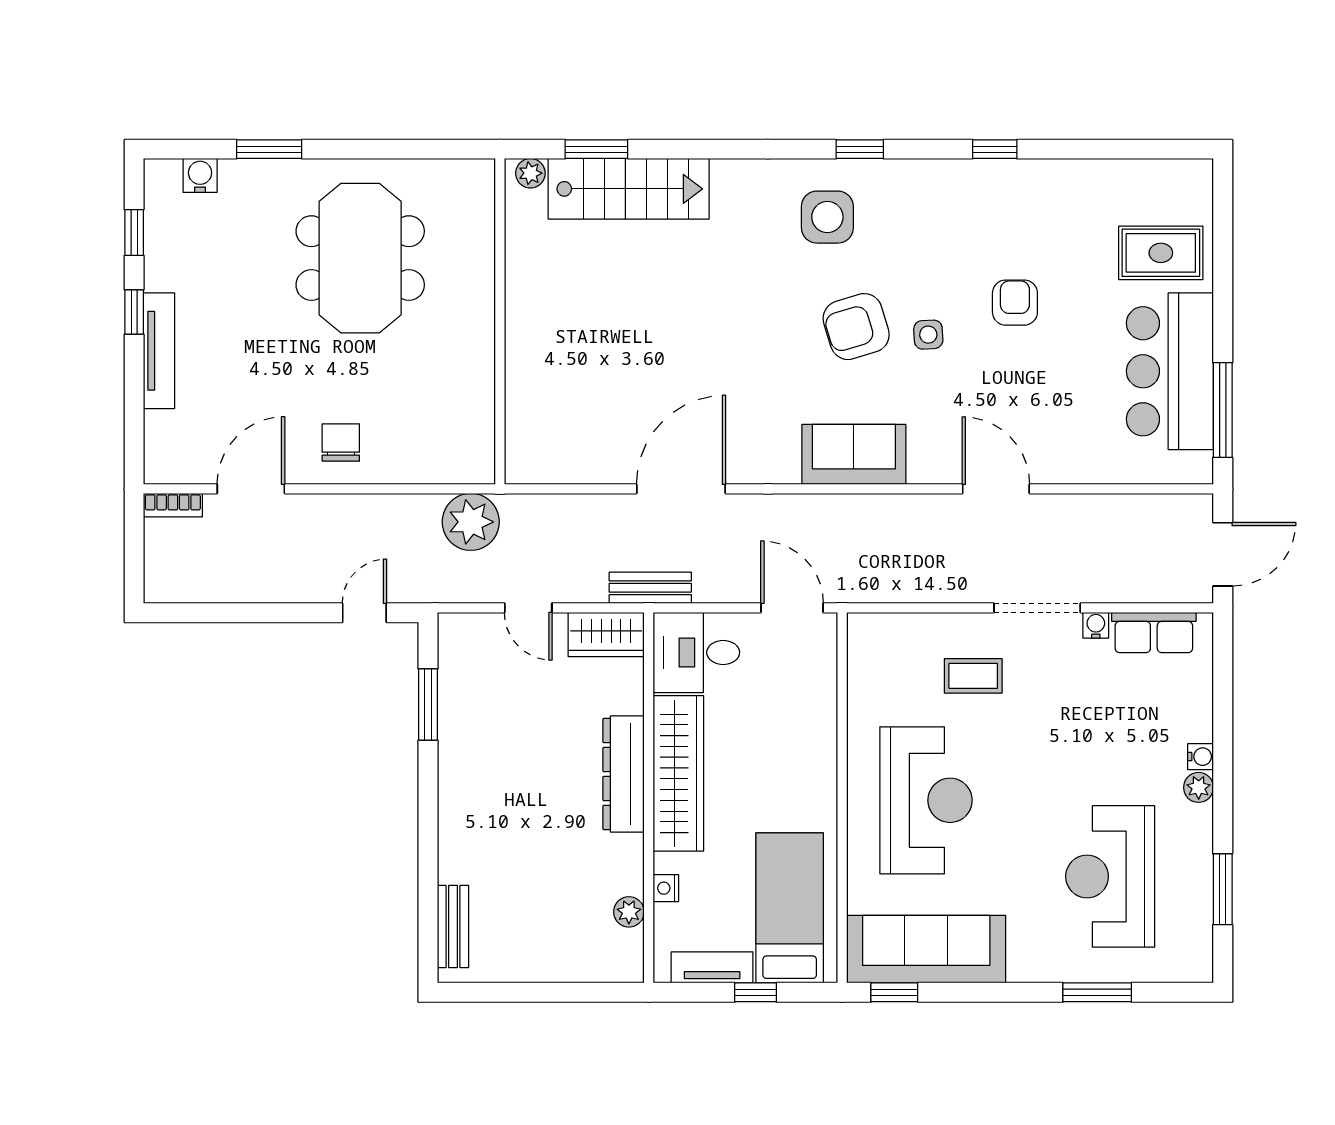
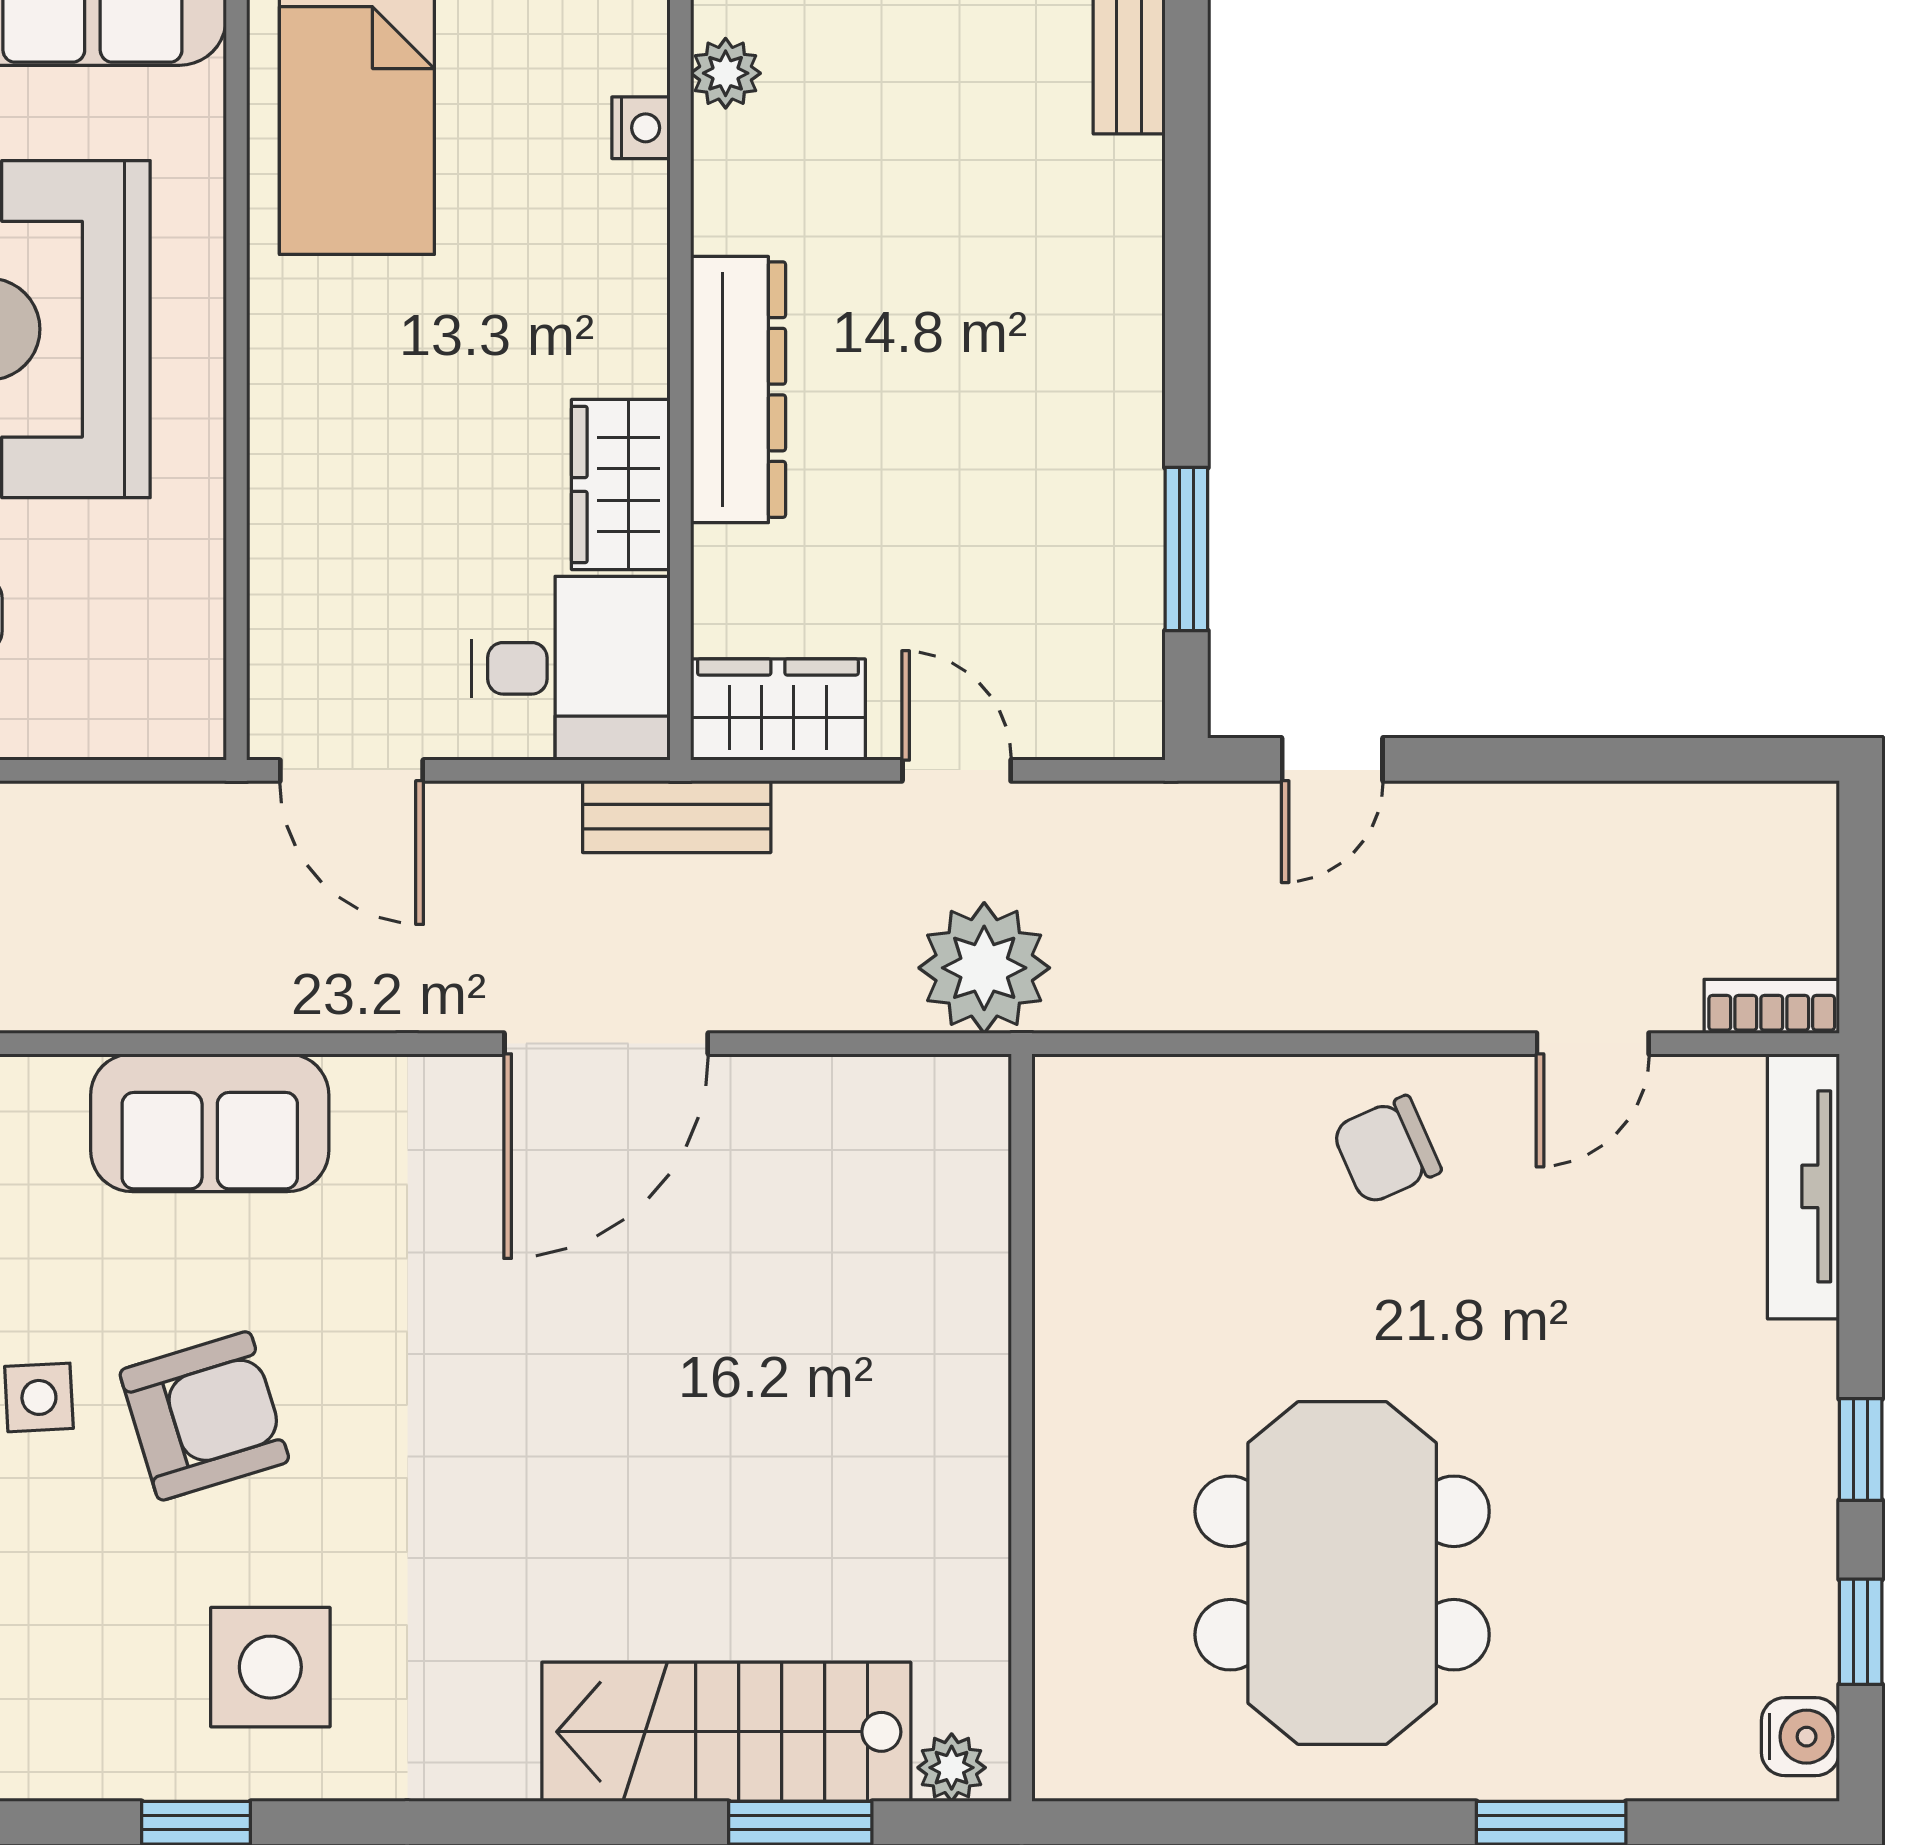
water cooler: (200, 175) -> (1800, 1737), moved, turned -90
tv unit: (159, 351) -> (1803, 1186), moved
chair: (341, 442) -> (1387, 1150), turned 66
door: (251, 489) -> (1593, 1044), width x0.73
plant: (471, 522) -> (984, 968), moved
wardrobe: (678, 773) -> (621, 484), width x0.48, depth x0.85

